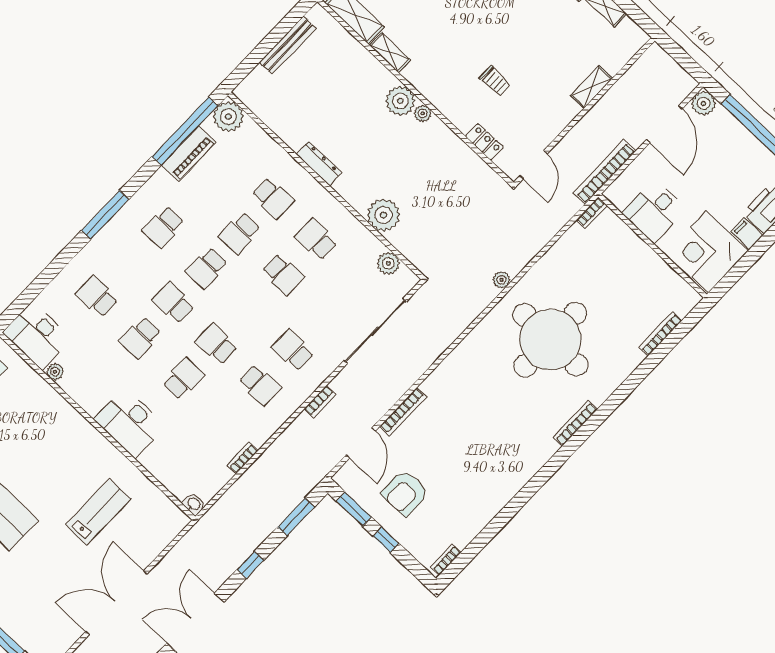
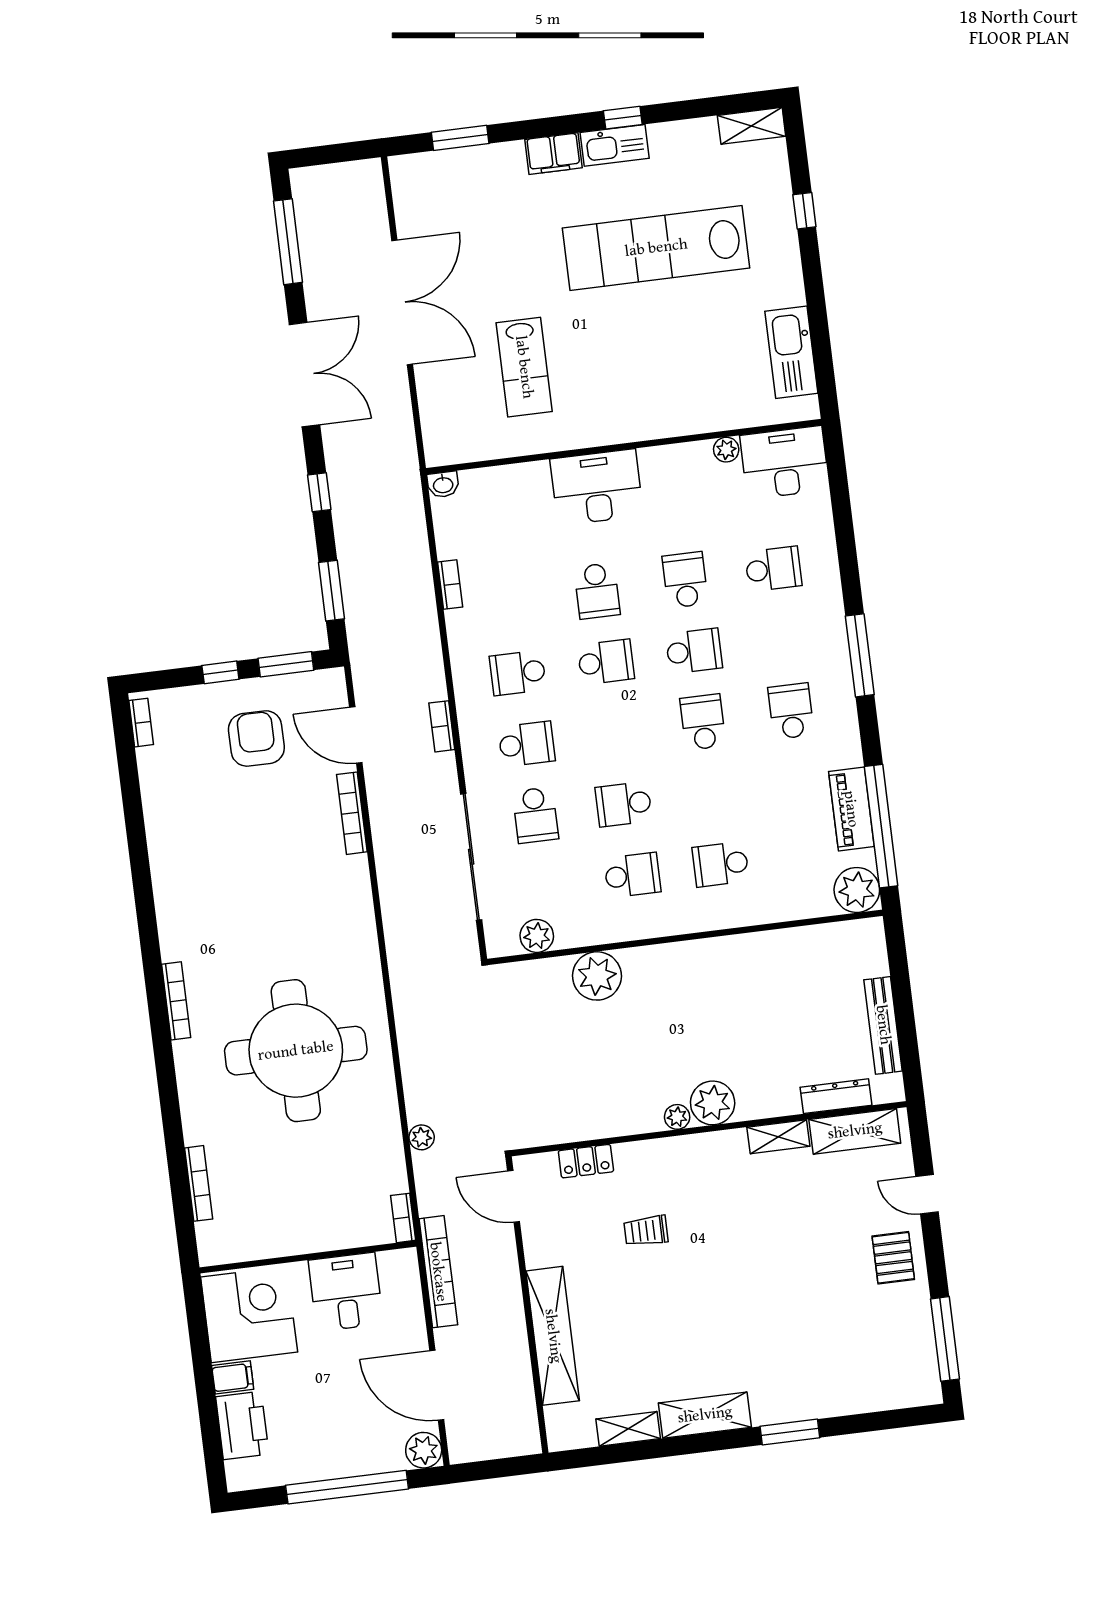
shelving: (592, 87) -> (553, 1336), width x2.20, depth x1.33
dresser: (319, 164) -> (836, 1096), moved, turned 180
school desk: (240, 233) -> (535, 815), moved, turned 180
plant: (502, 280) -> (422, 1137), moved

